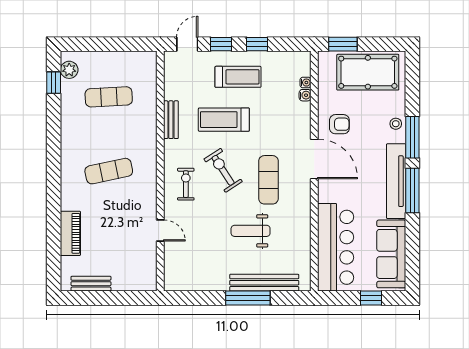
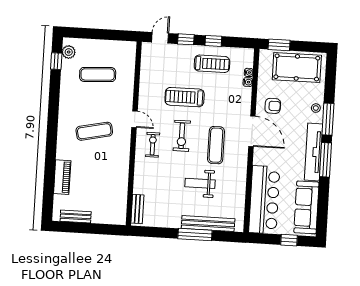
treadmill: (238, 77) -> (212, 64), moved
bench: (171, 120) -> (137, 209), moved
exercise bike: (223, 170) -> (182, 136), turned -147
door: (160, 230) -> (135, 119), moved

